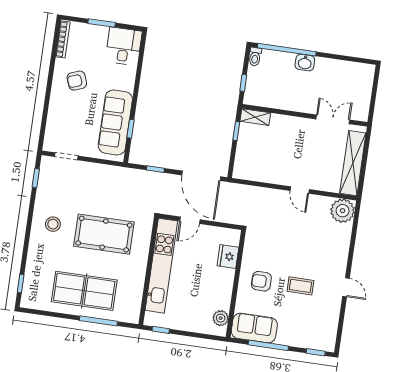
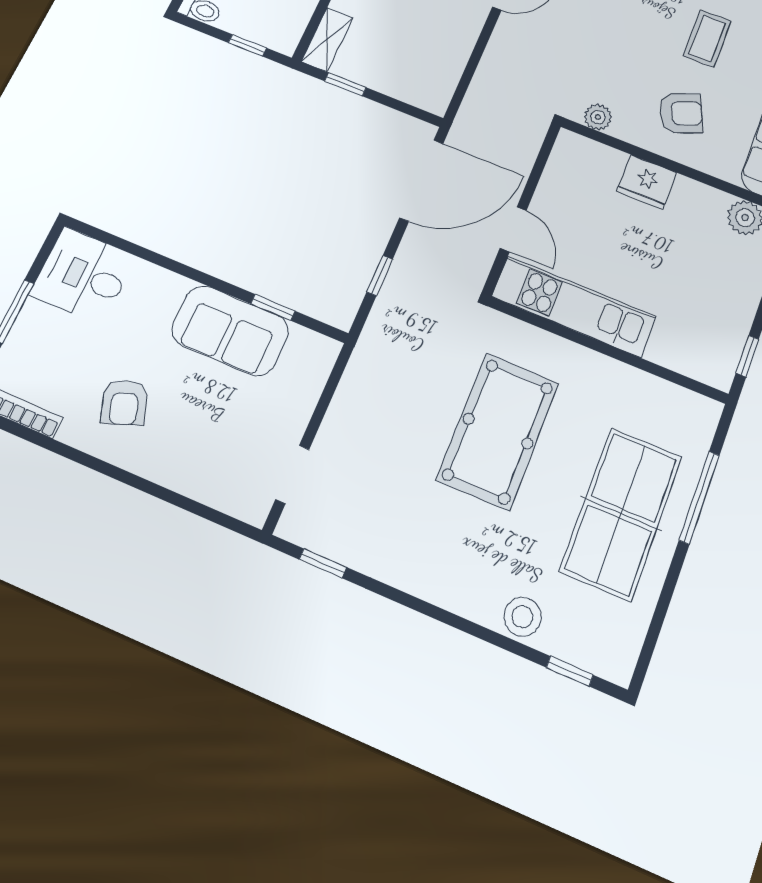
sofa: (115, 123) -> (230, 331), width x0.73
stool: (53, 224) -> (522, 617), moved
plant: (250, 245) -> (598, 117), added
fridge: (228, 257) -> (646, 182), moved
kitchen unit: (161, 266) -> (574, 306), width x0.73
armchair: (261, 281) -> (681, 113), turned -113

